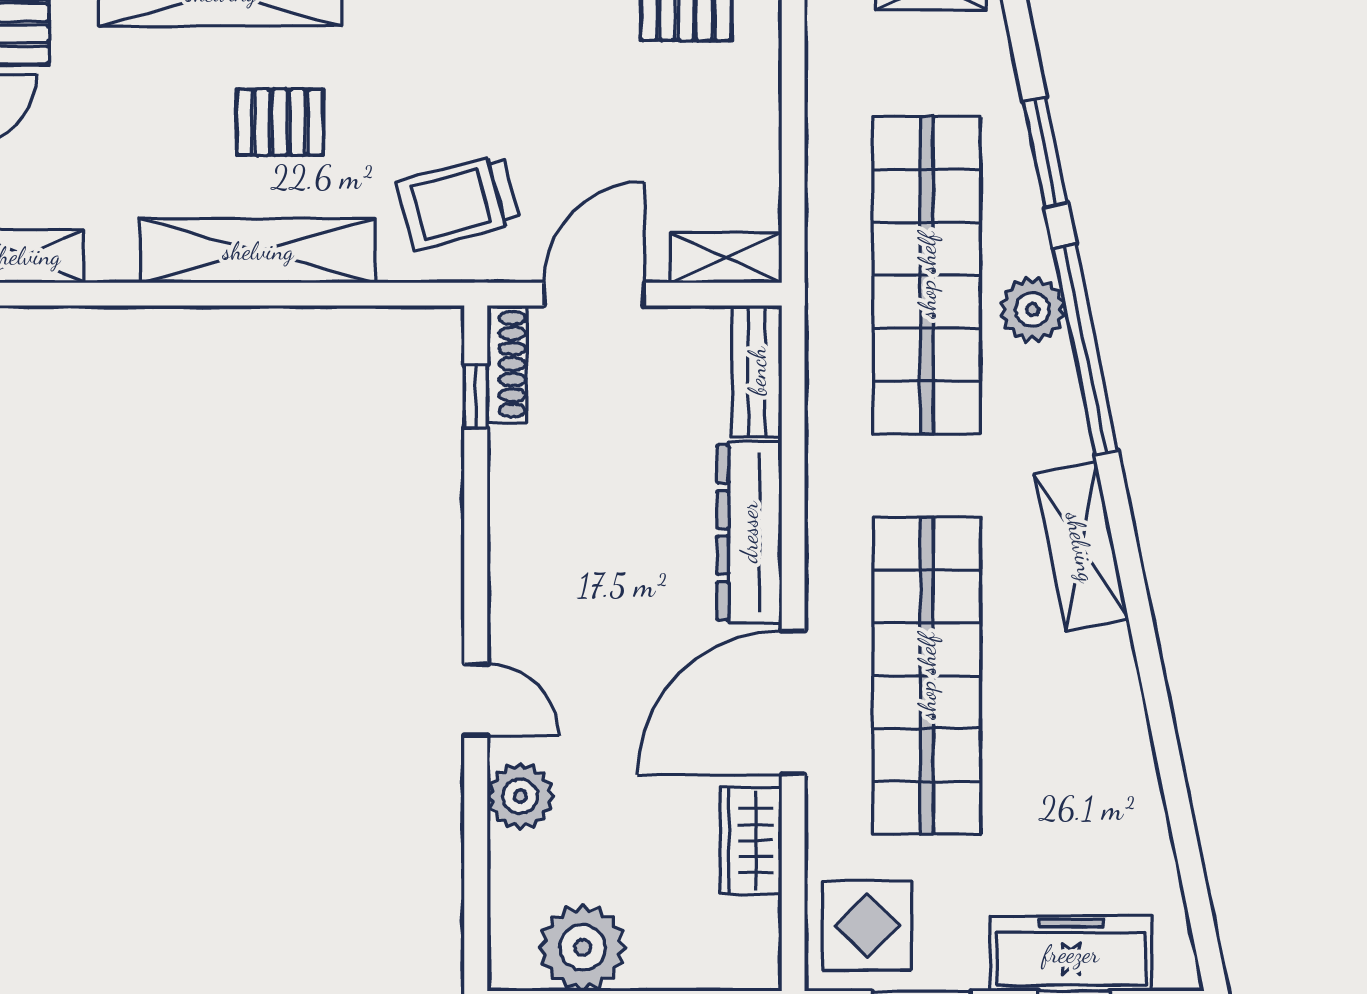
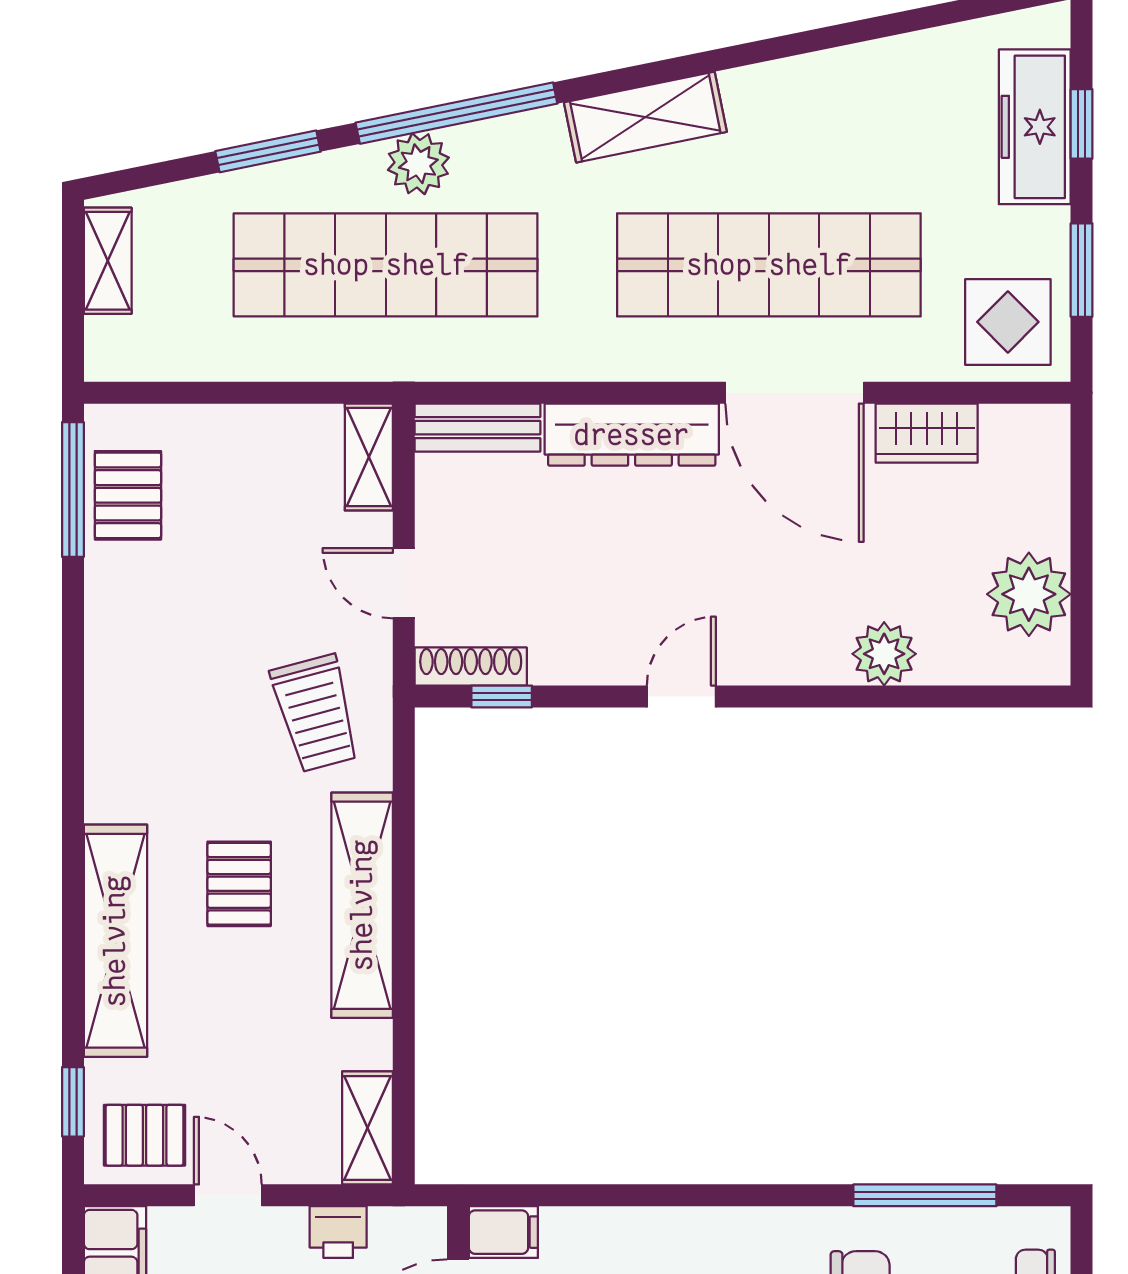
door: (594, 294) -> (404, 583), width x0.73
door: (476, 700) -> (681, 696), moved

